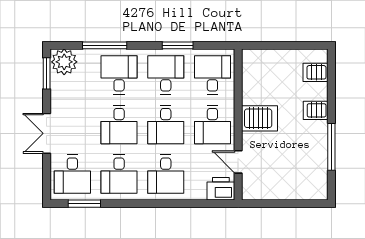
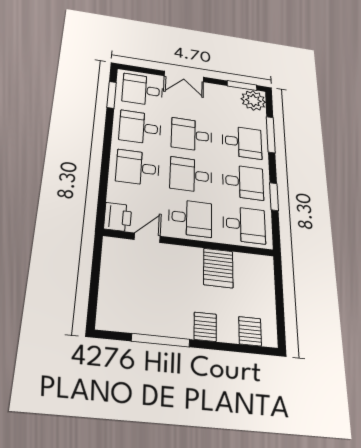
server rack: (260, 118) -> (218, 268), moved
desk: (212, 125) -> (190, 218), turned 180
double door: (47, 133) -> (184, 76), swing flipped

